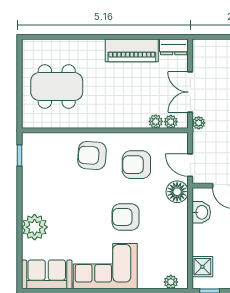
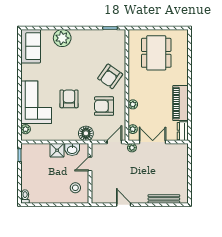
plant: (156, 121) -> (133, 104), moved
armchair: (92, 155) -> (110, 76), turned -149
armchair: (136, 165) -> (104, 106), turned -90
door: (190, 165) -> (114, 142), moved
corner sofa: (105, 266) -> (36, 102), moved
shower: (202, 267) -> (57, 150), moved

